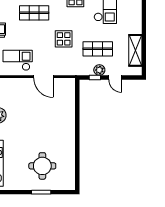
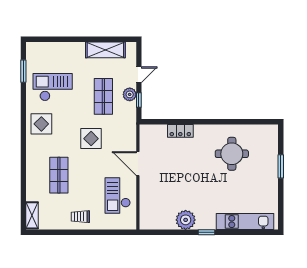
door: (43, 77) -> (138, 164), swing flipped
locker: (70, 111) -> (180, 131), added
round table: (42, 166) -> (232, 154), moved

